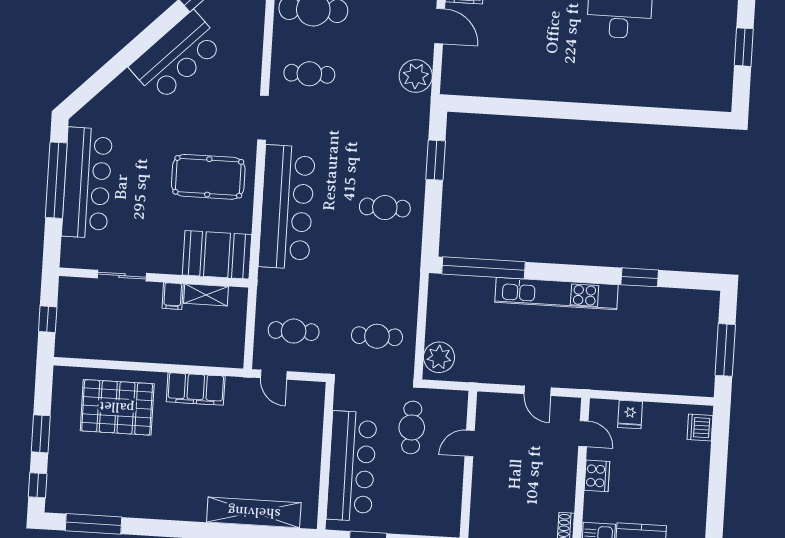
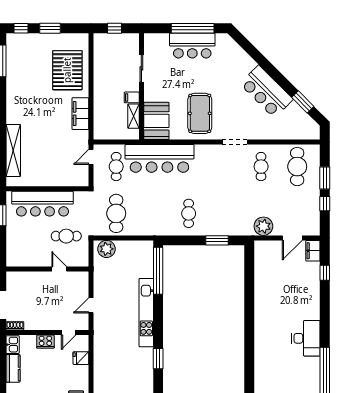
bar counter: (87, 183) -> (192, 46), width x0.73
bar counter: (287, 207) -> (159, 158), moved
cafe table: (377, 336) -> (116, 213), width x1.37, depth x1.35

